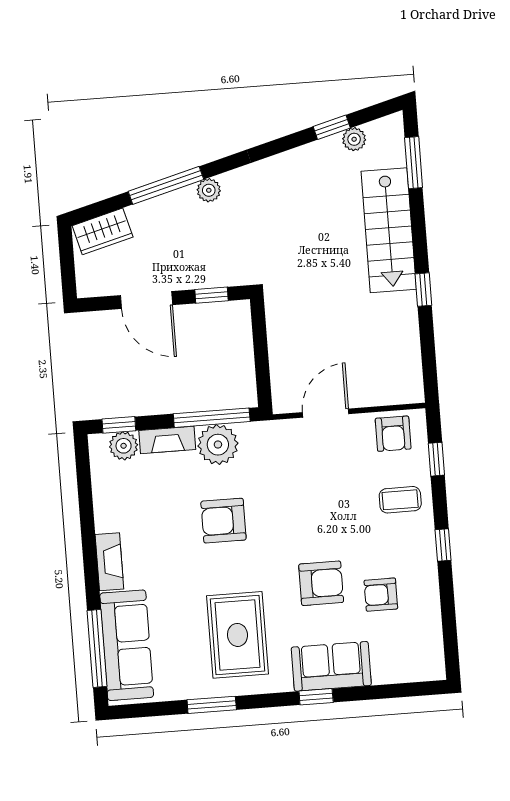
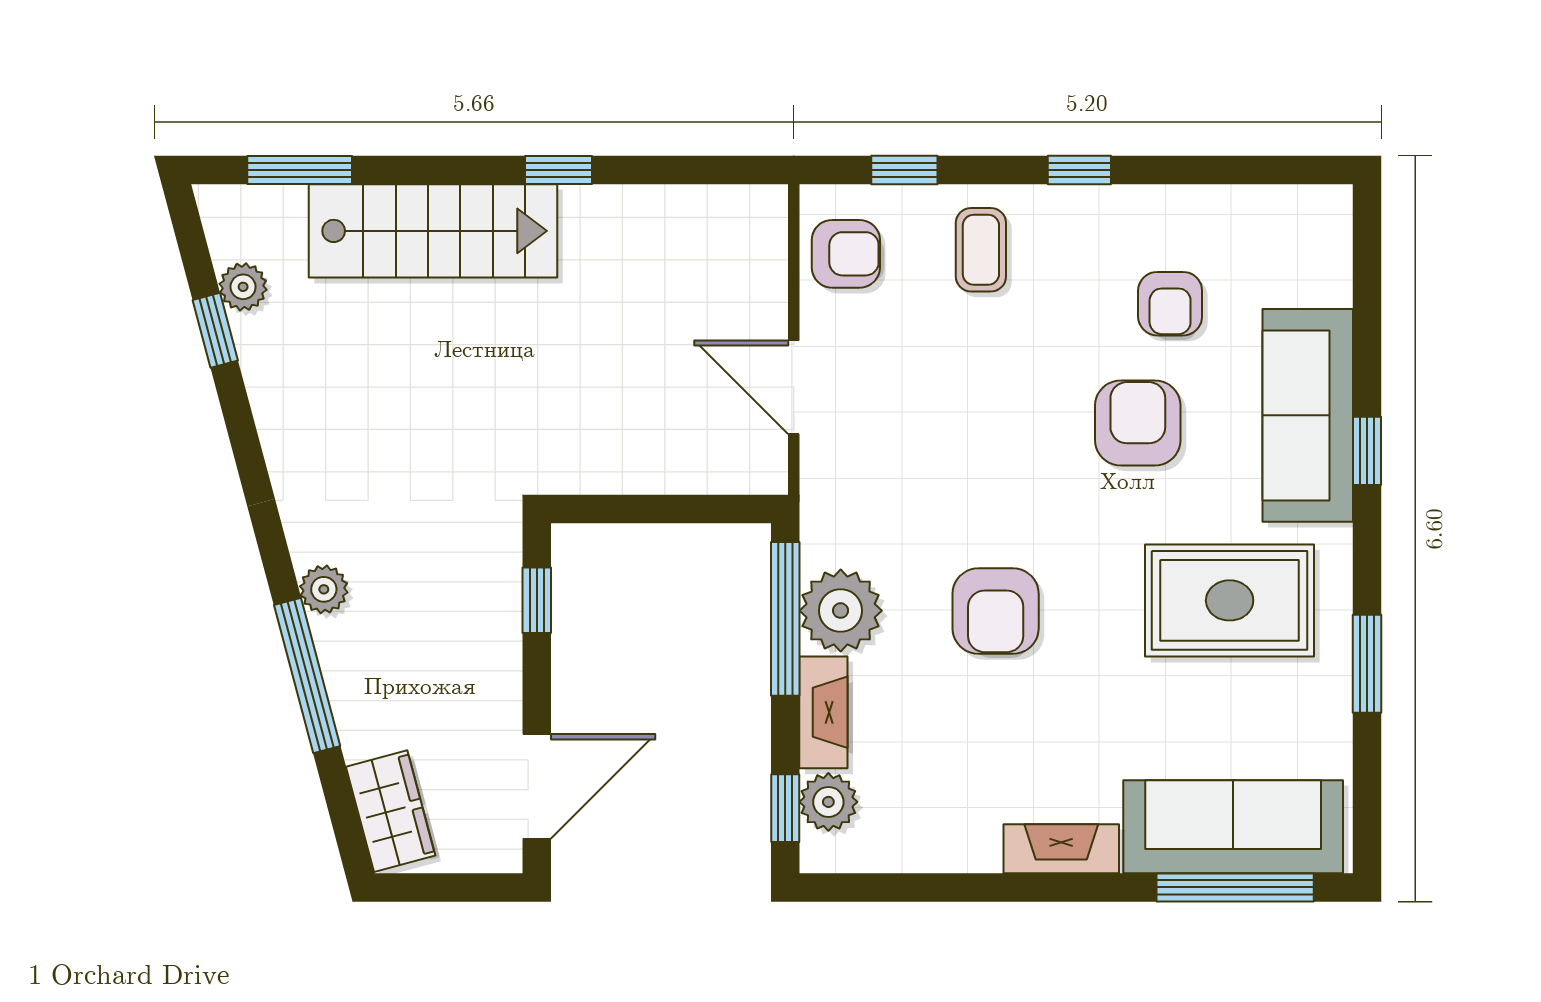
door: (147, 300) -> (537, 786), moved
sofa: (331, 666) -> (1308, 415), width x1.36

